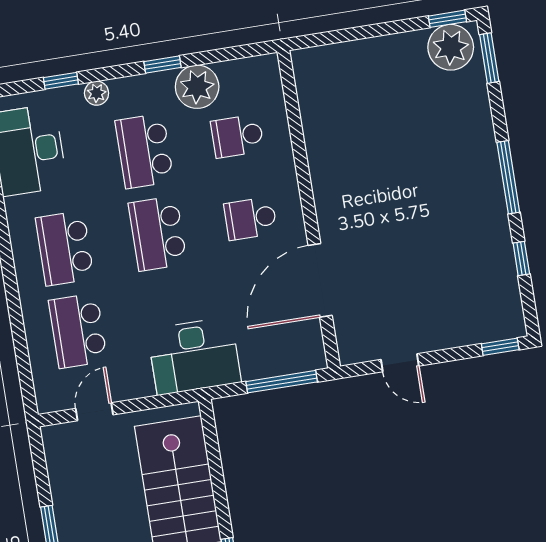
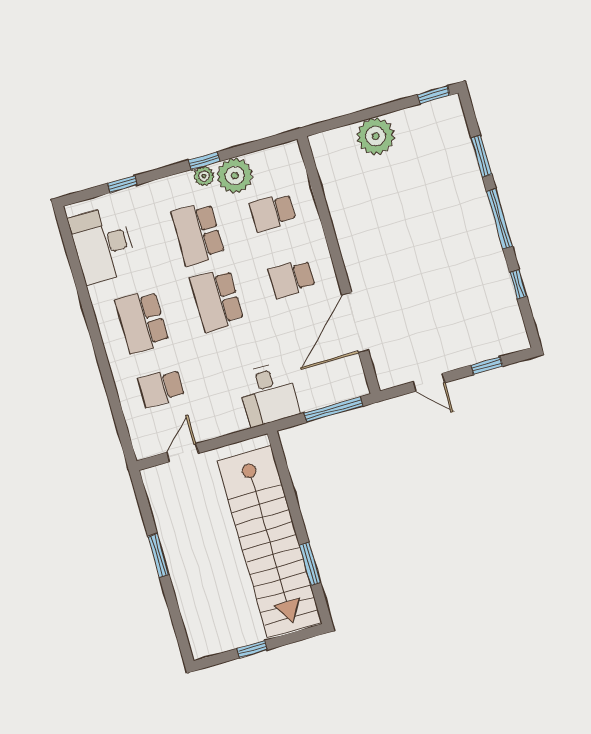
plant: (451, 47) -> (376, 136), moved
window: (489, 58) -> (481, 156), moved
plant: (97, 93) -> (204, 176), moved
school desk: (78, 331) -> (161, 388), width x0.54
window: (500, 347) -> (487, 366), moved
desk: (194, 356) -> (268, 394), width x0.73

